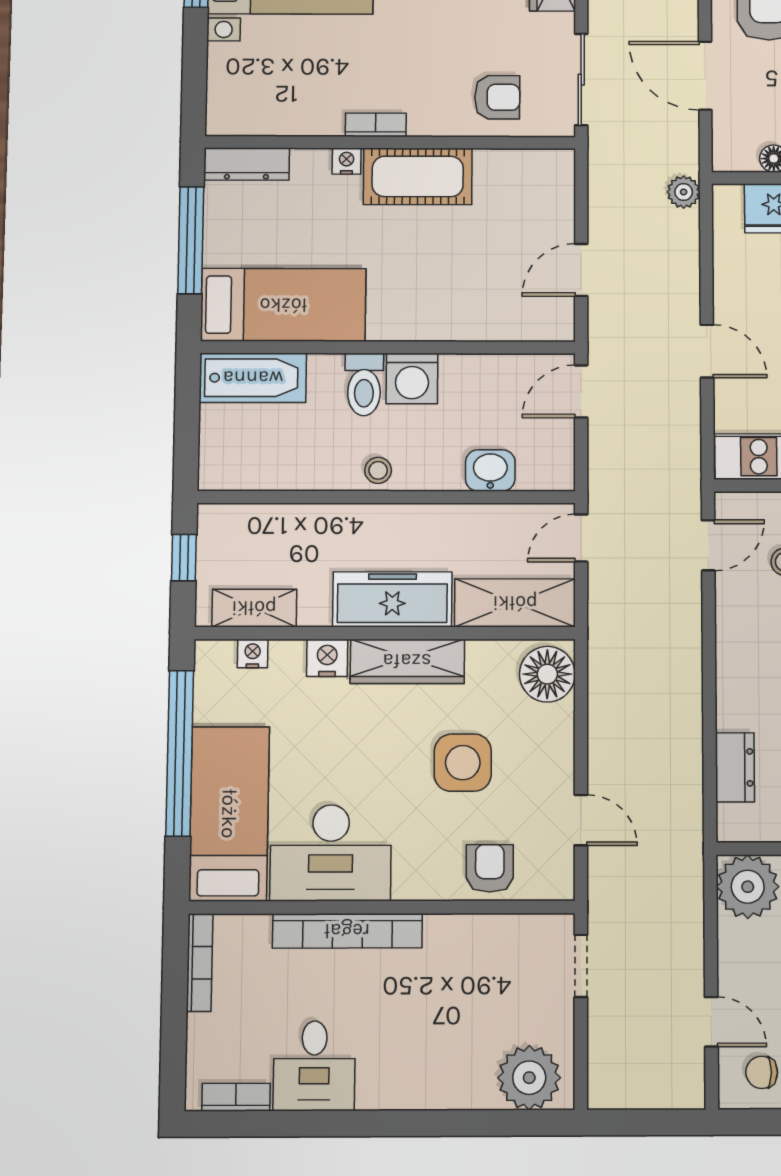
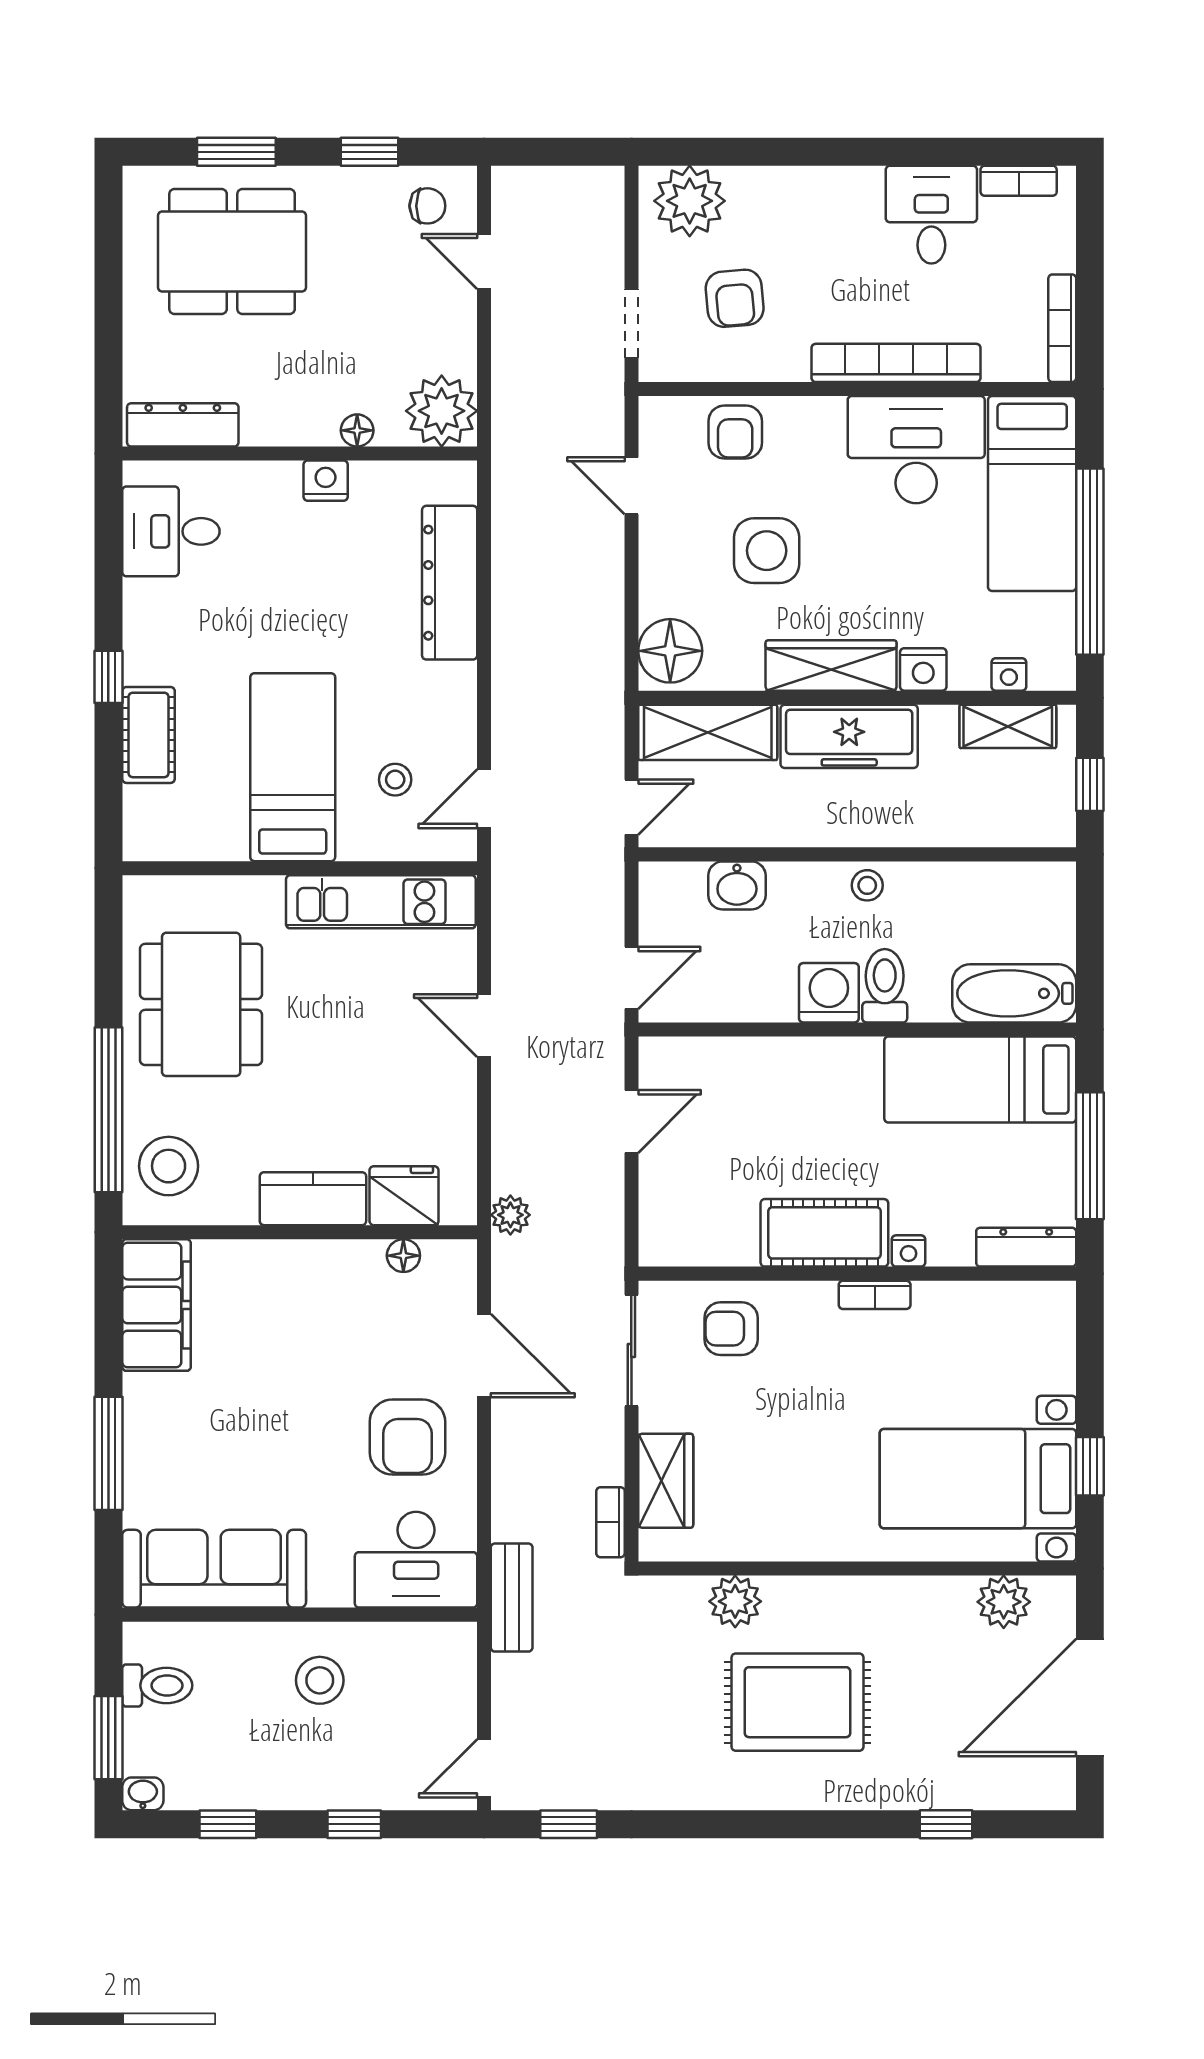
dresser: (735, 767) -> (450, 583), width x1.96, depth x1.24
armchair: (490, 989) -> (735, 298), added

